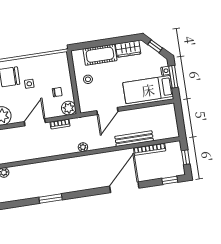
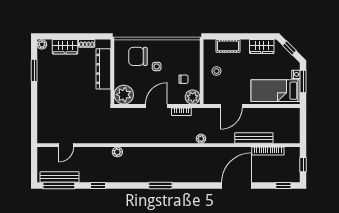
cot: (100, 55) -> (228, 46), width x0.73, depth x0.75

